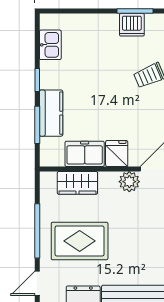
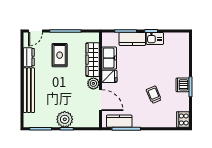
kitchen sink: (50, 45) -> (155, 38), moved
wardrobe: (77, 183) -> (93, 60), width x1.50
rug: (80, 241) -> (60, 55), width x0.73, depth x0.70
door: (37, 283) -> (35, 31), swing flipped

